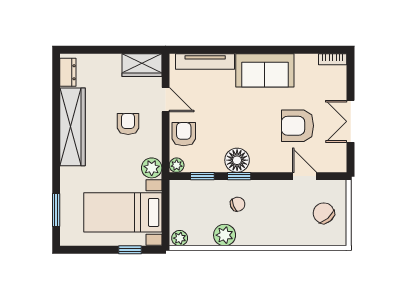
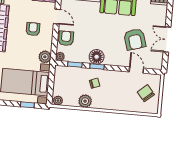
armchair: (298, 126) -> (135, 39), turned -107

